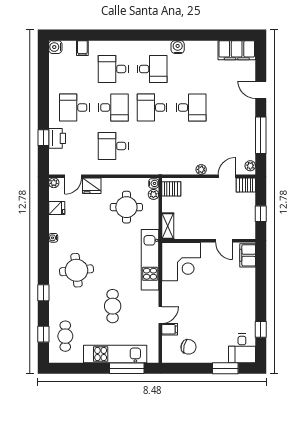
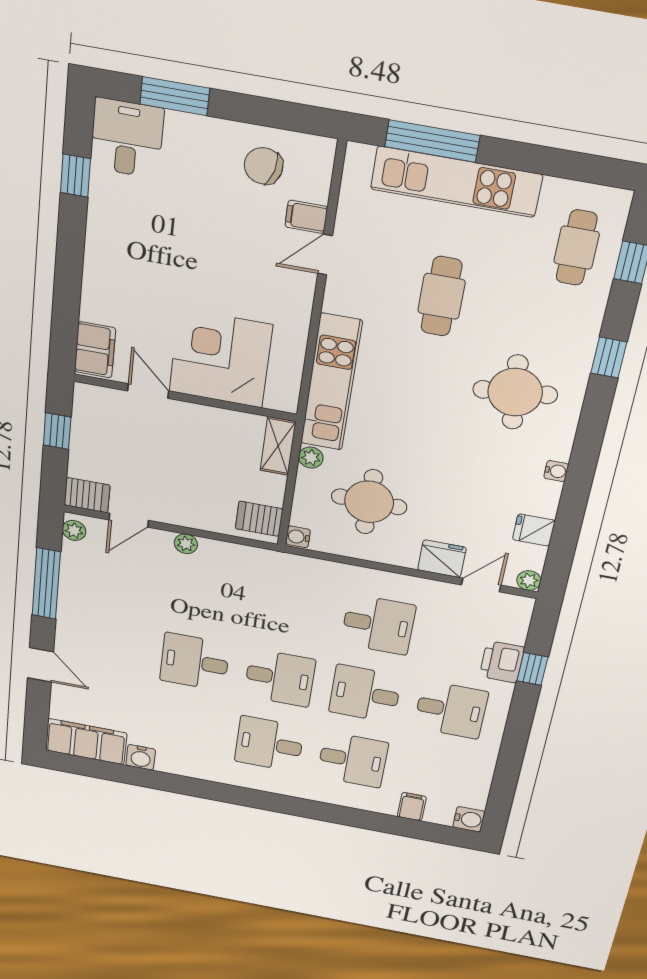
water cooler: (178, 47) -> (141, 757), moved
plant: (153, 194) -> (311, 458), moved
corner desk: (181, 262) -> (220, 358), moved

